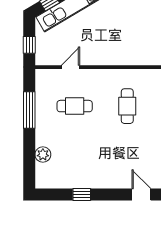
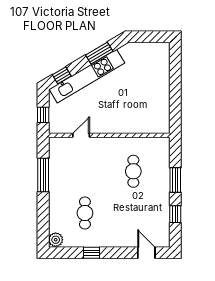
cafe table: (75, 106) -> (85, 213), moved, turned 90
plant: (43, 155) -> (56, 240), moved

